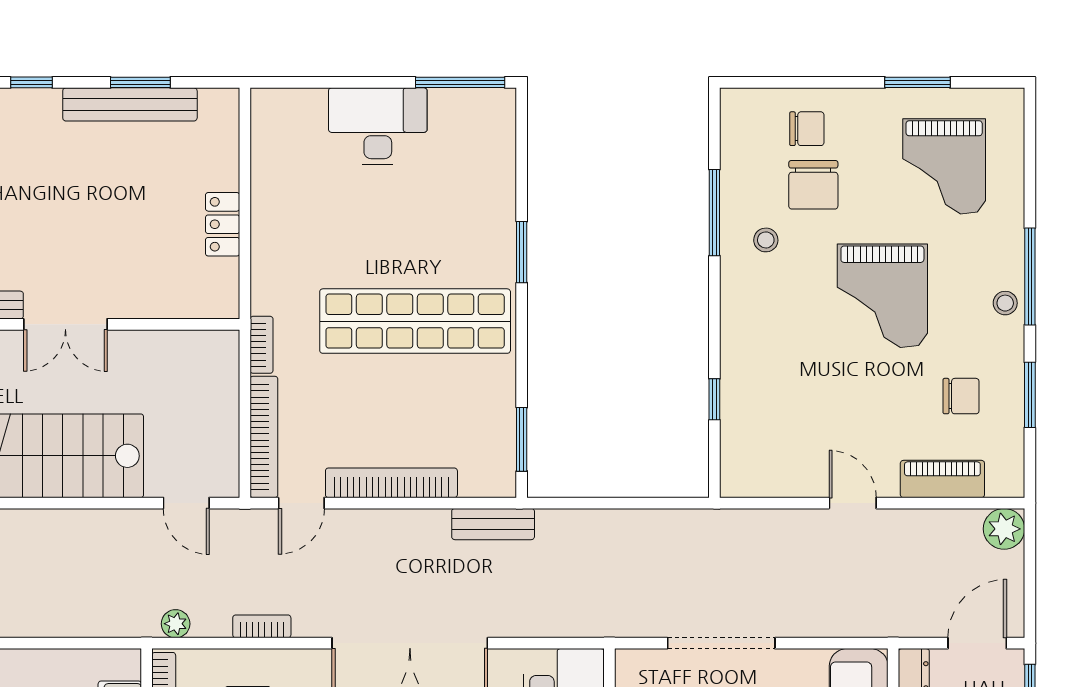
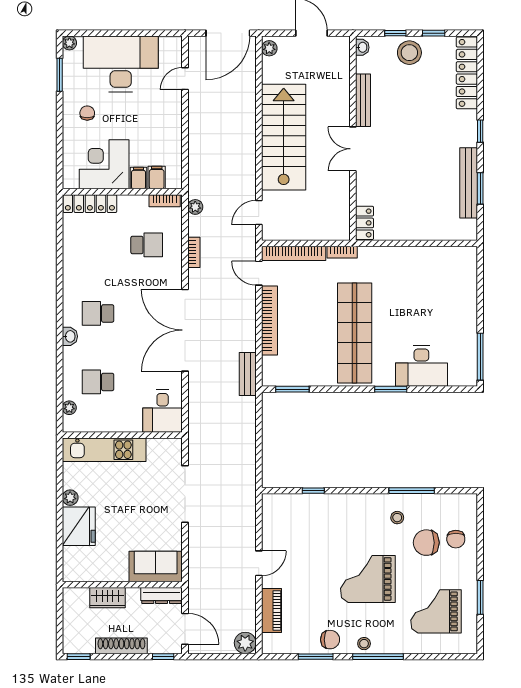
desk: (378, 126) -> (421, 366), moved, turned 90
locker: (223, 224) -> (365, 223), moved, turned 90
chair: (961, 396) -> (330, 640), moved, turned -90

